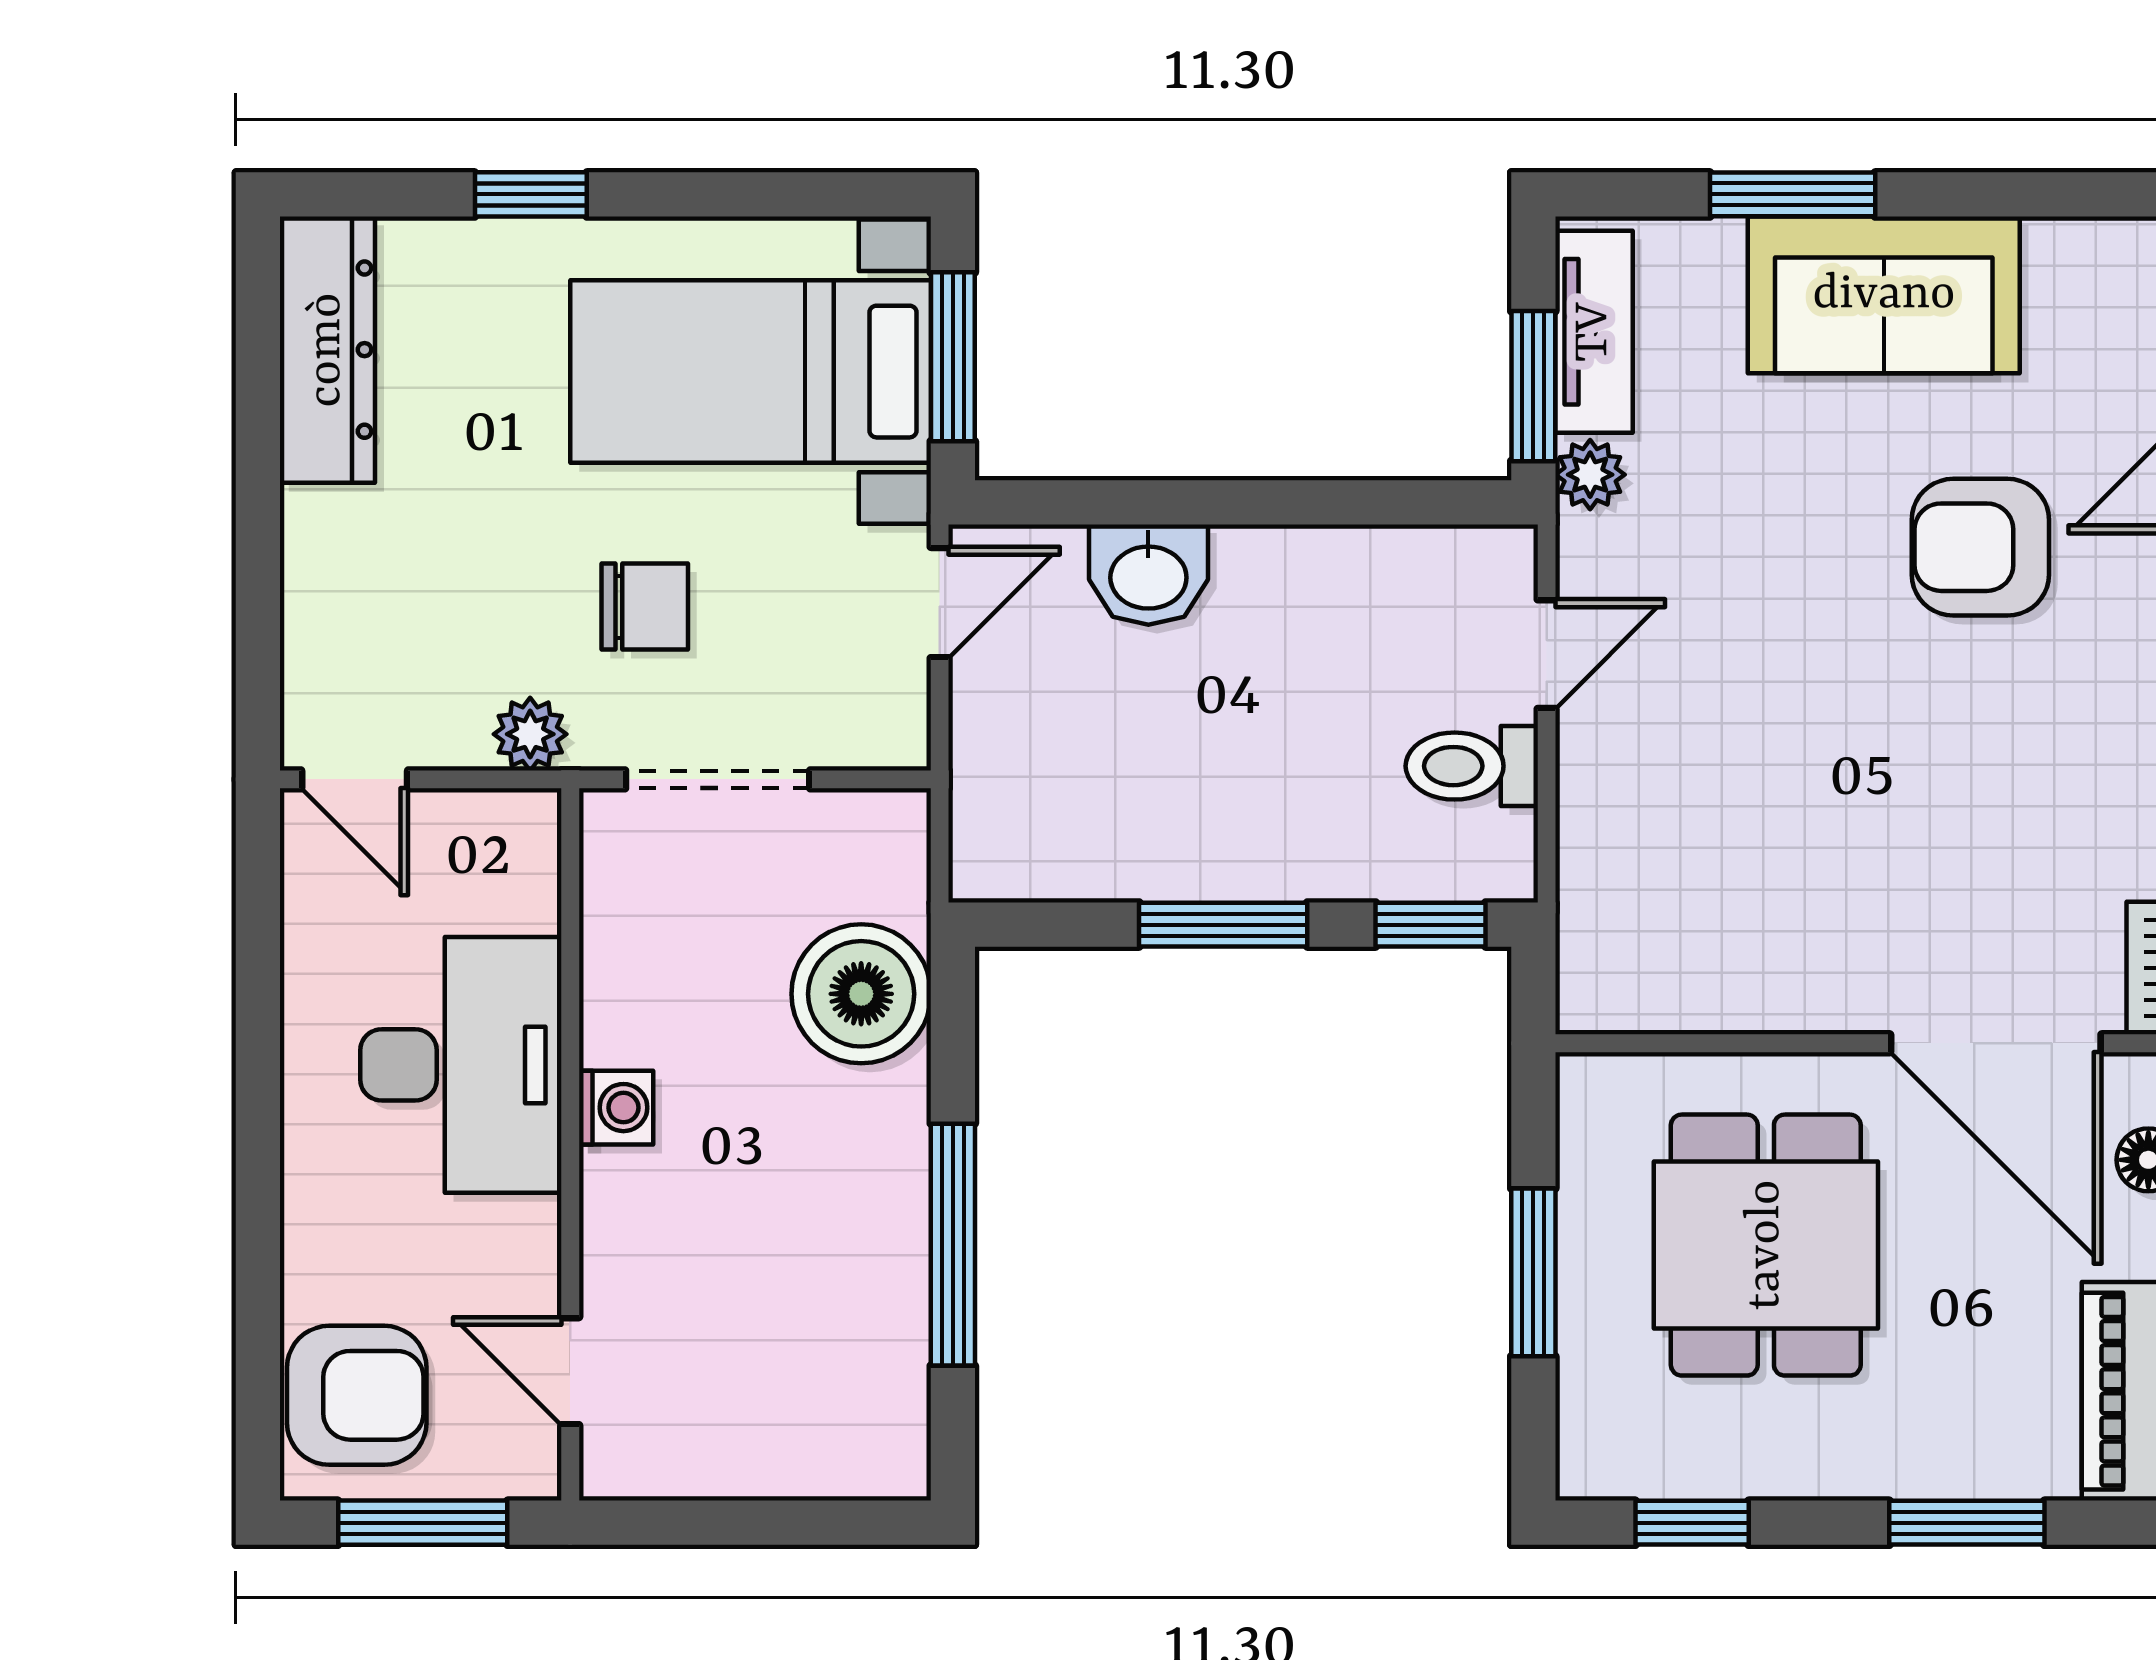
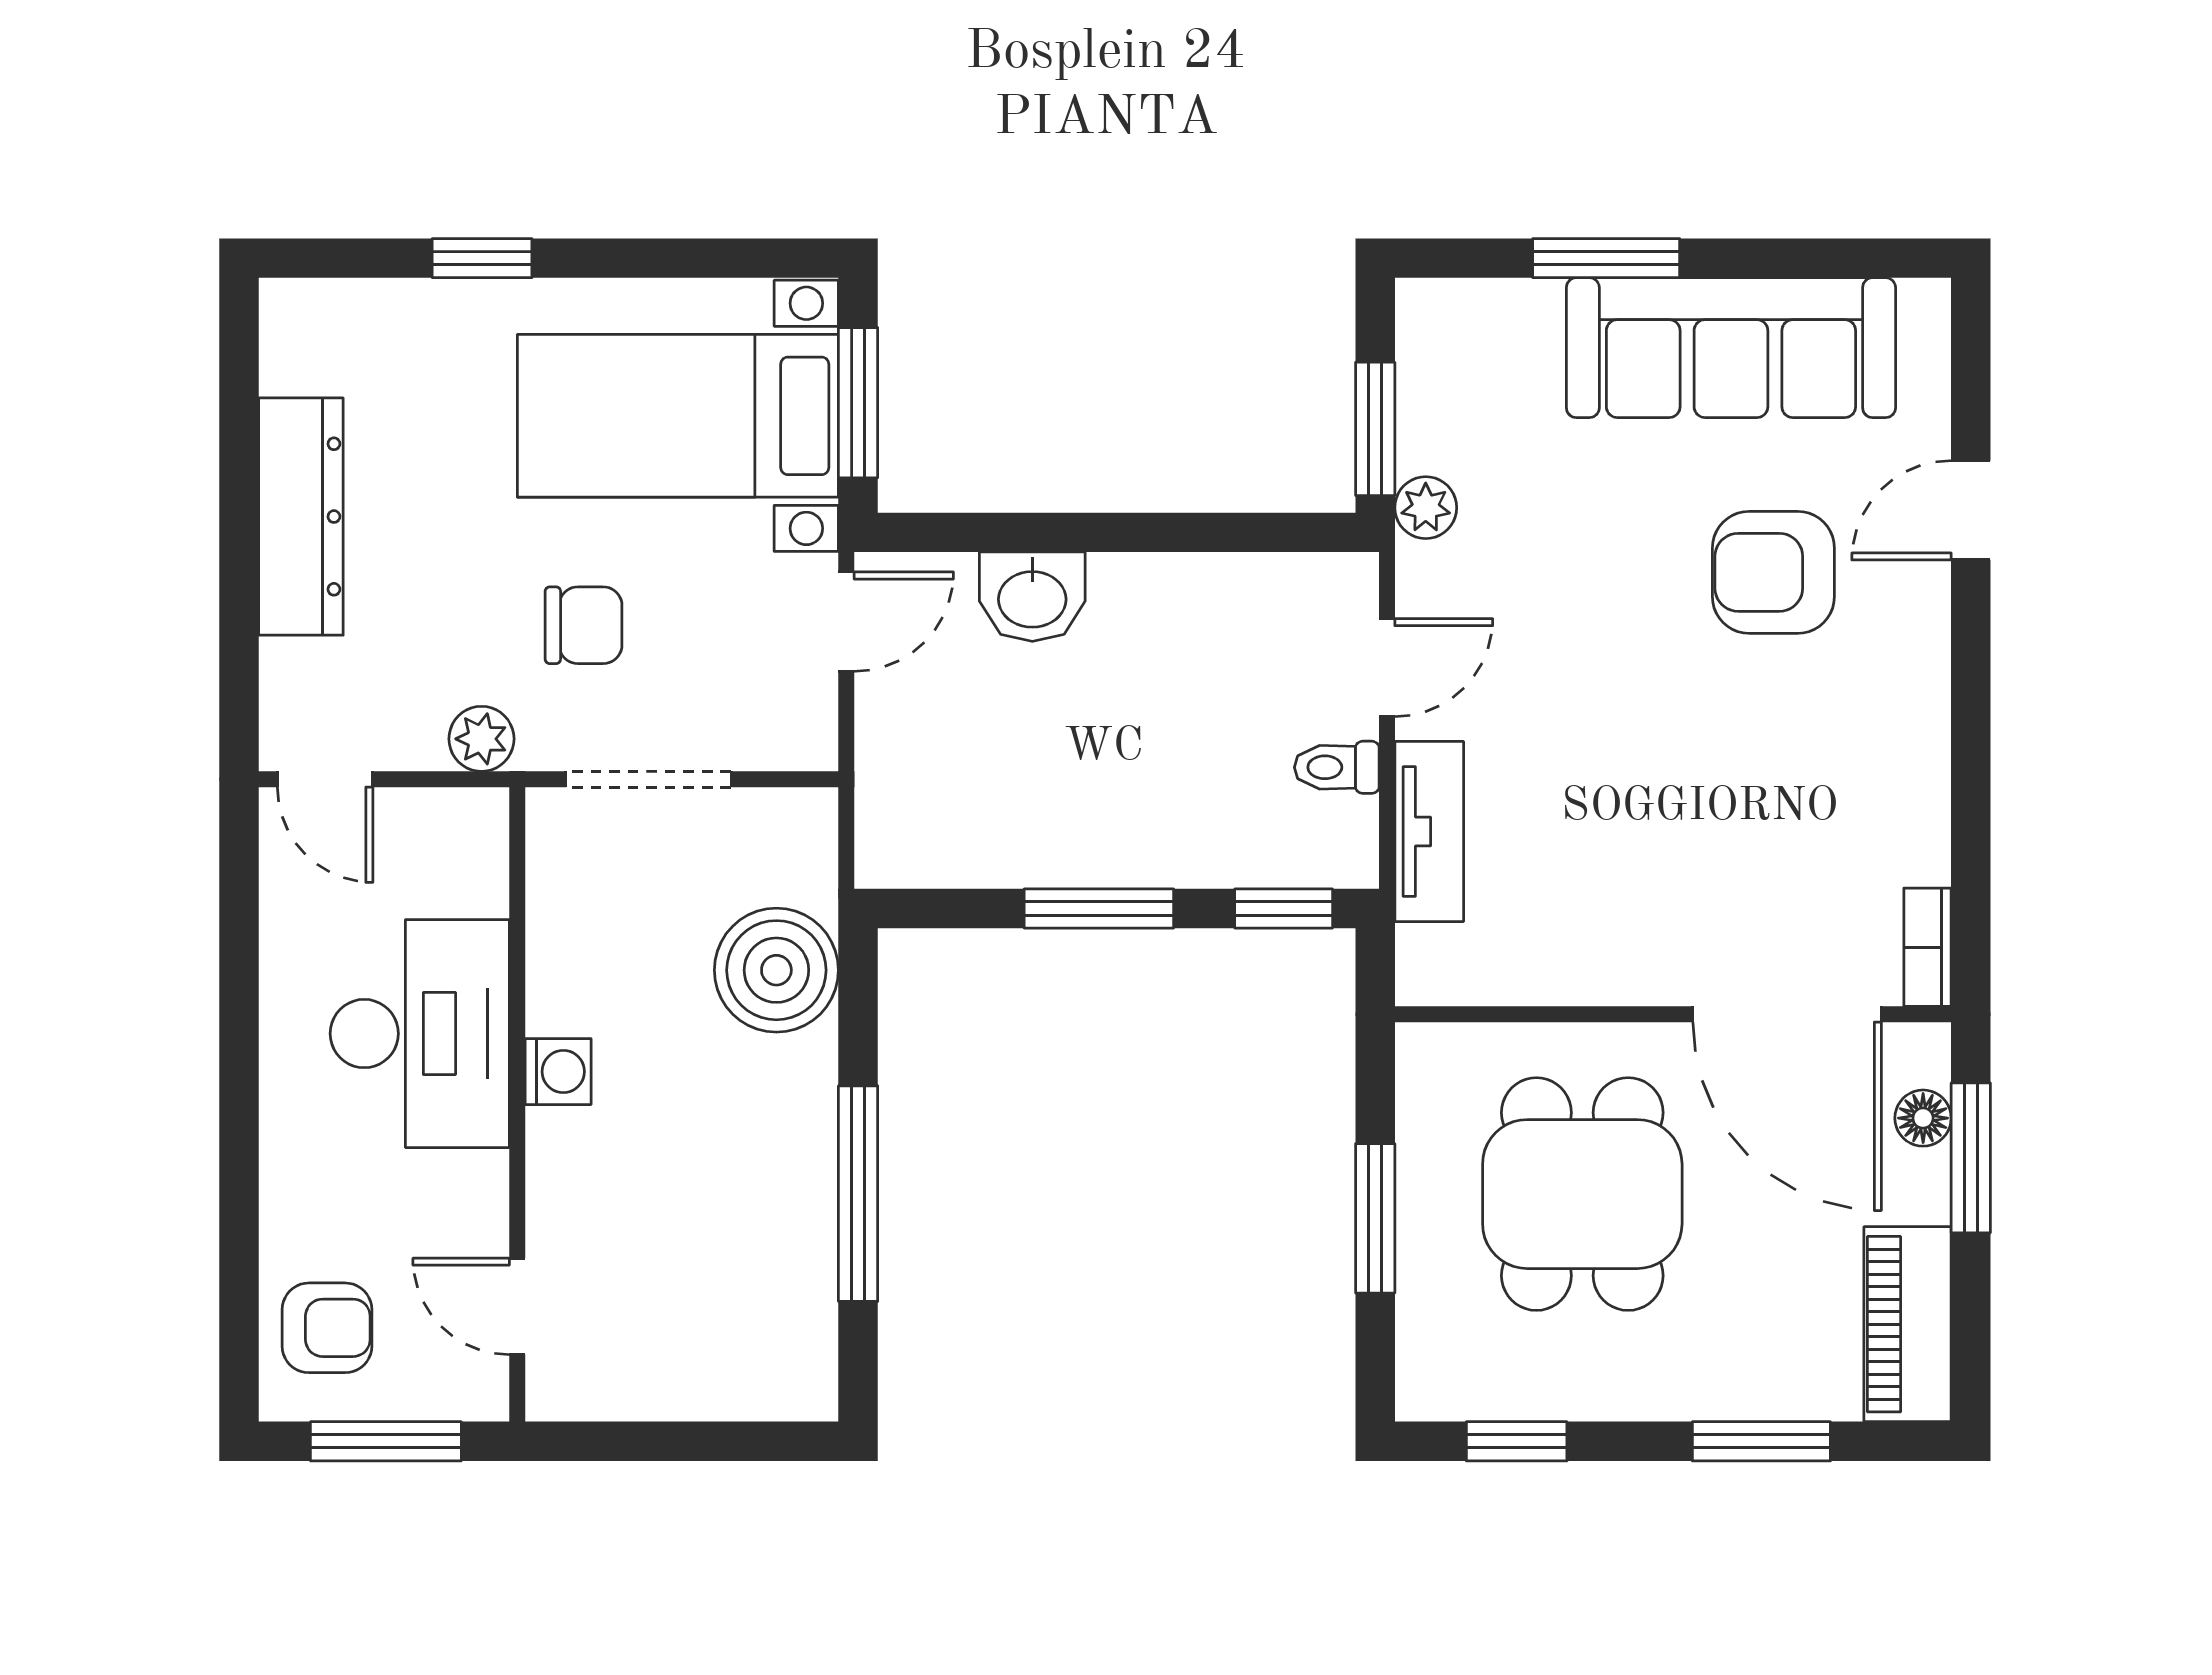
sofa: (1884, 295) -> (1731, 348), width x1.36
tv unit: (1594, 332) -> (1429, 831), moved
dresser: (327, 350) -> (301, 517), moved
toilet: (1472, 766) -> (1337, 767), width x0.73, depth x0.72
armchair: (357, 1395) -> (327, 1328), width x0.72, depth x0.72

